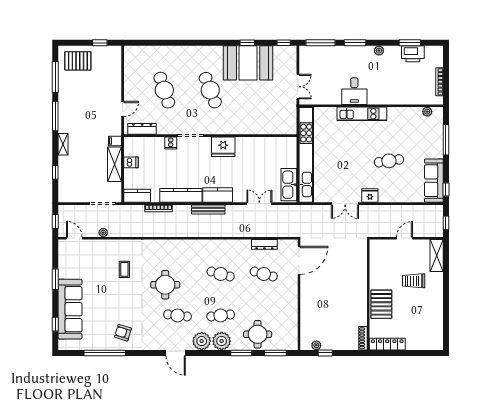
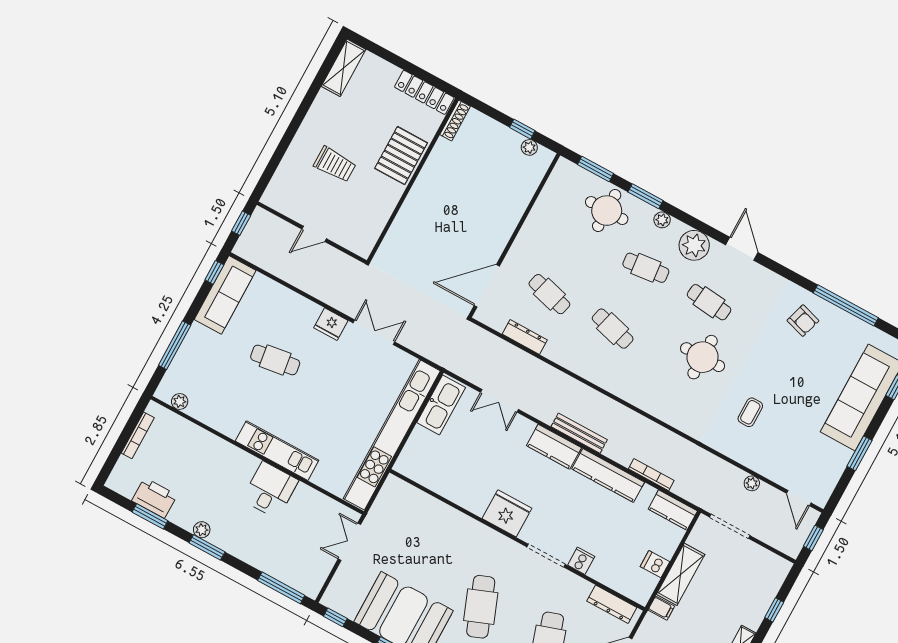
window: (355, 43) -> (207, 547), moved
shelving: (437, 256) -> (344, 68), moved
plant: (222, 341) -> (662, 220), width x0.53, depth x0.53

